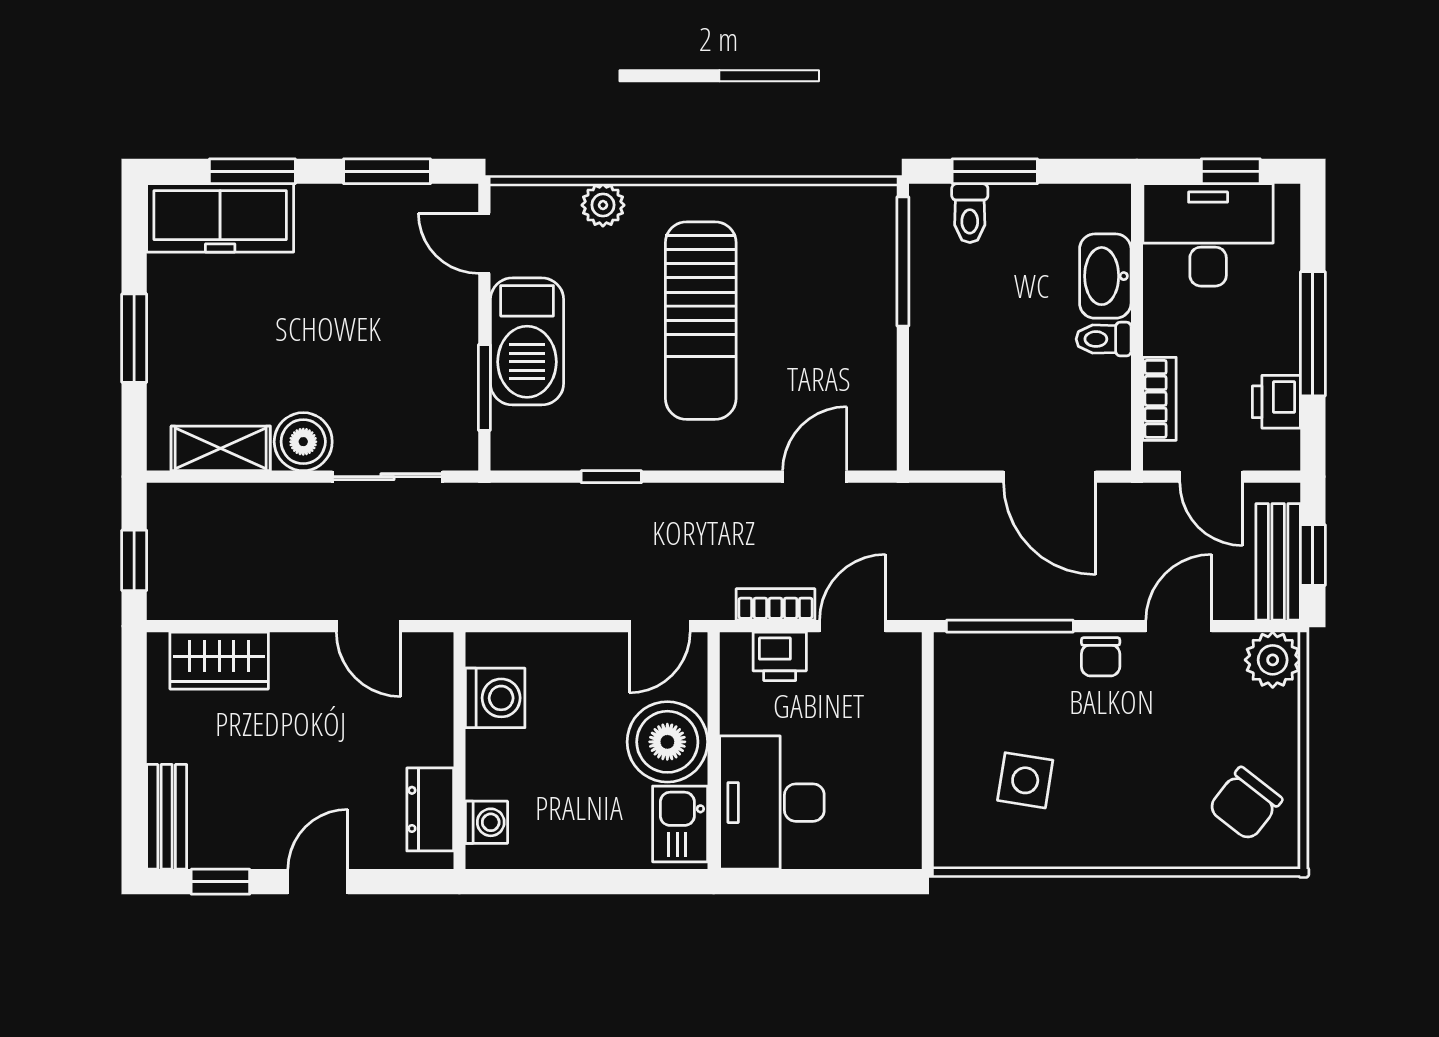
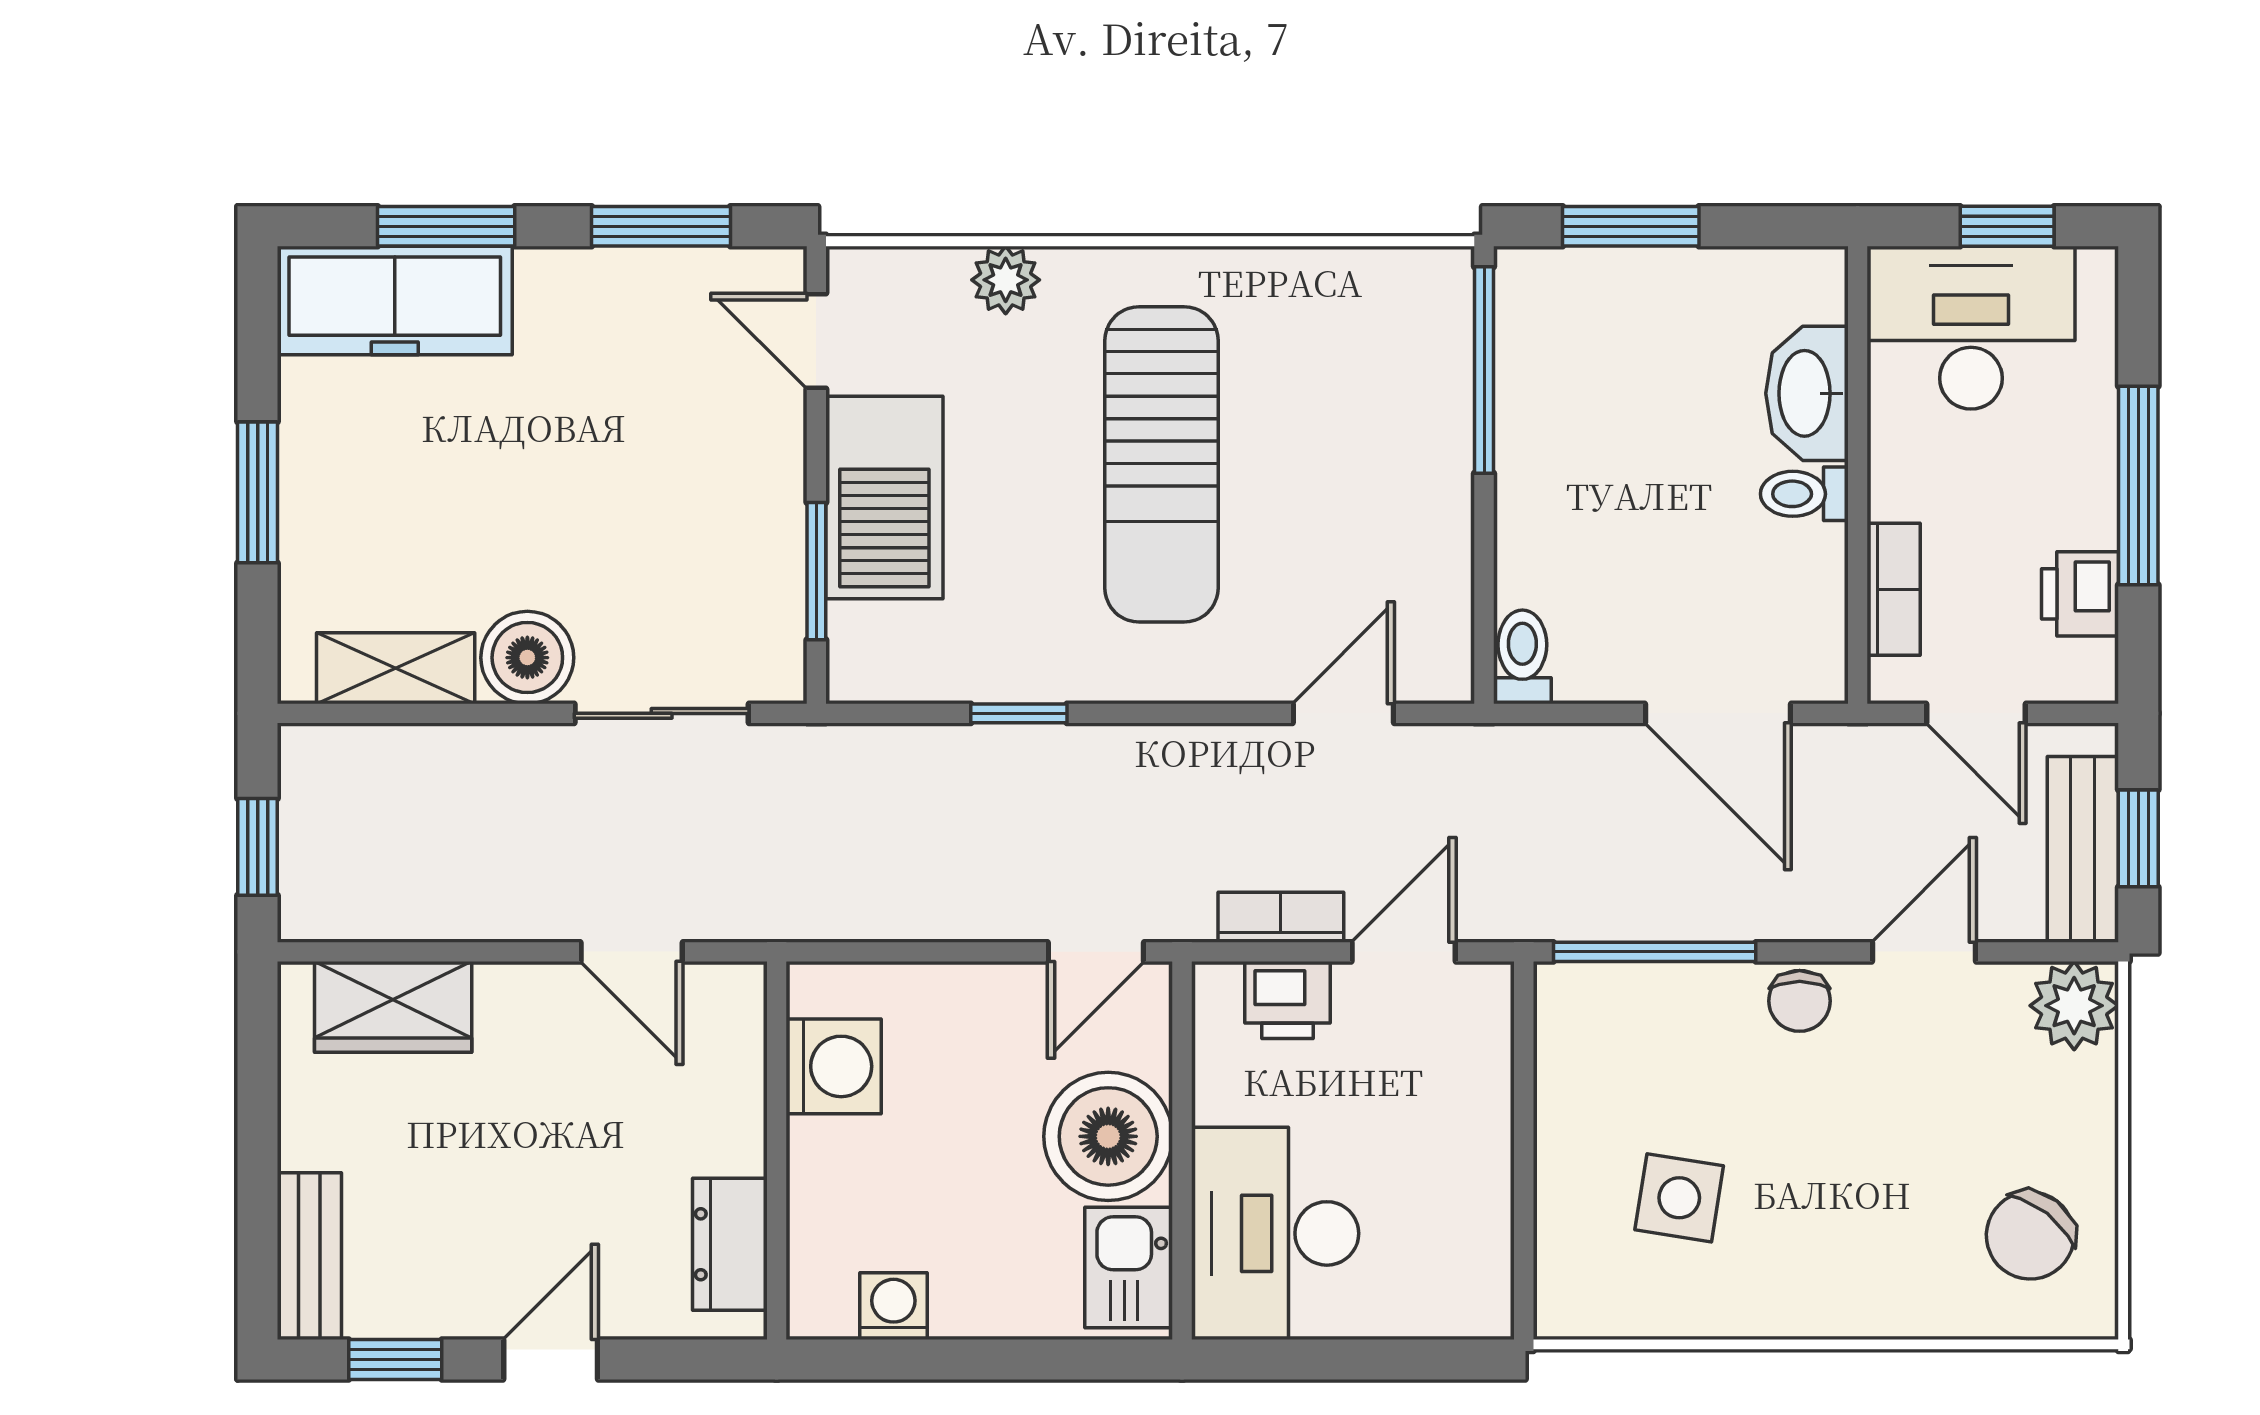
toilet: (970, 213) -> (1522, 657), moved, turned 180
washing machine: (487, 822) -> (893, 1306), moved, turned -90

